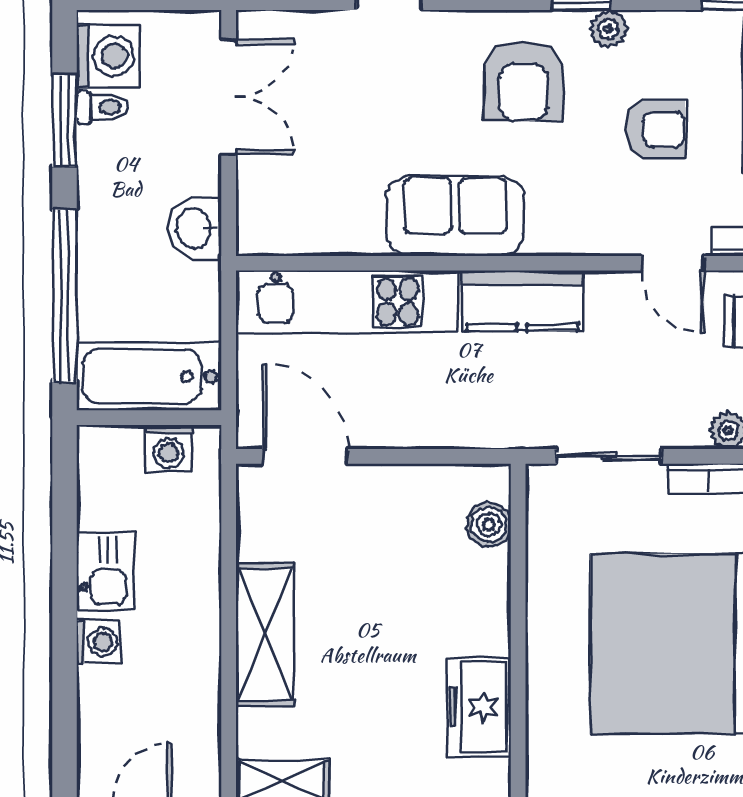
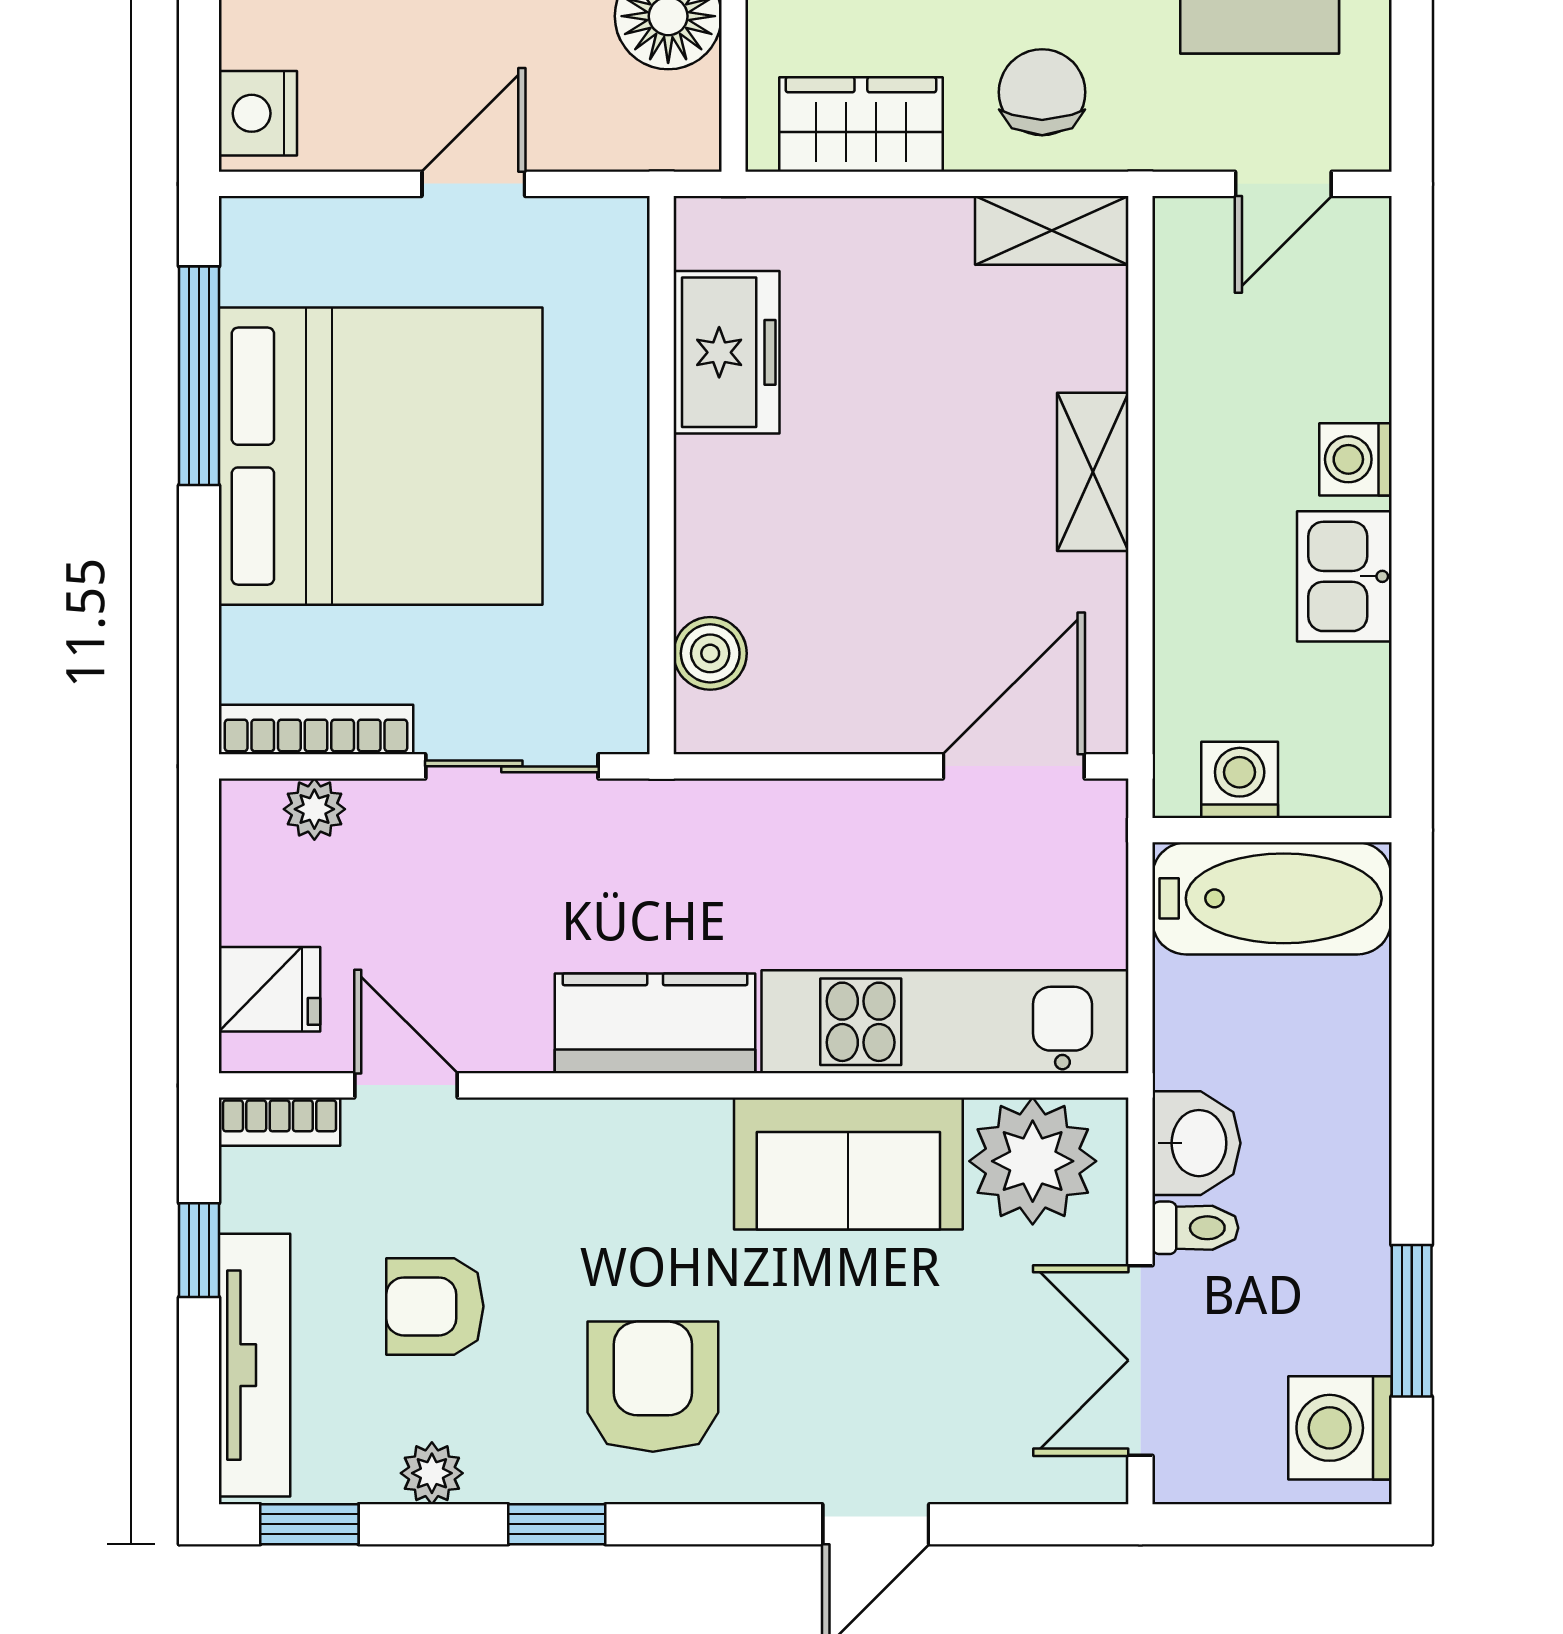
plant: (608, 29) -> (432, 1473), moved
toilet: (103, 107) -> (1195, 1228), moved, turned 180
sofa: (455, 216) -> (848, 1164), moved
plant: (294, 218) -> (1033, 1161), added
window: (65, 296) -> (1412, 1032), removed
door: (305, 456) -> (1014, 766), swing flipped
shelving: (265, 634) -> (1093, 472), width x0.67, depth x0.75

